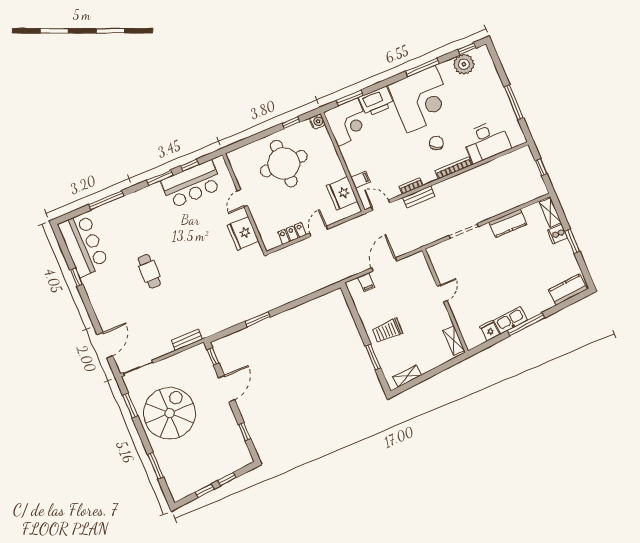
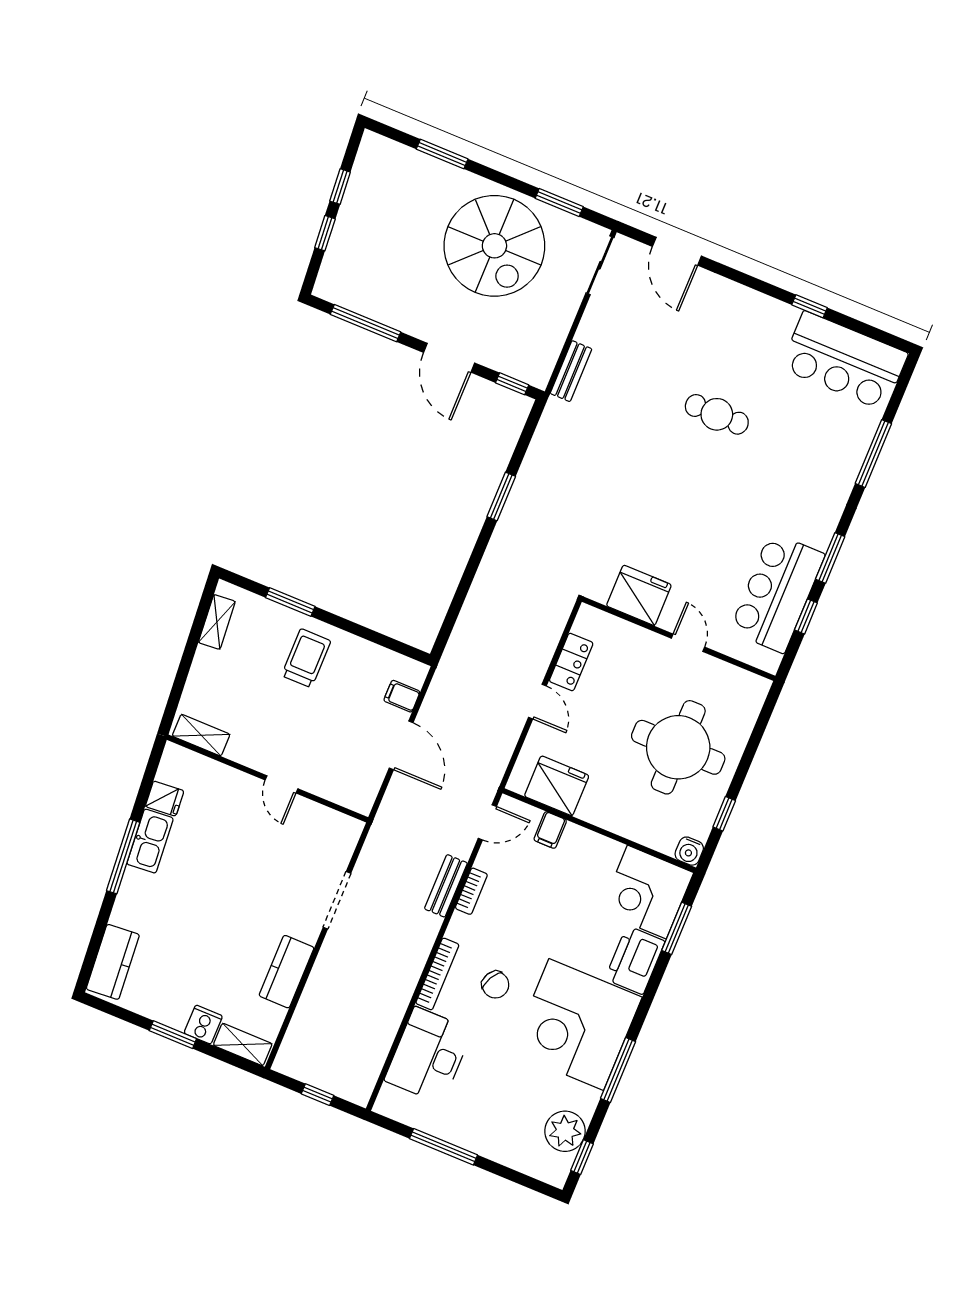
window: (245, 432) -> (366, 323), width x2.17

